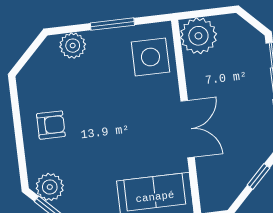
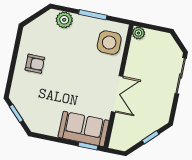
plant: (198, 36) -> (138, 33), width x0.53, depth x0.53
plant: (50, 187) -> (22, 101), removed

